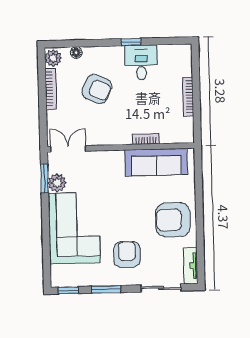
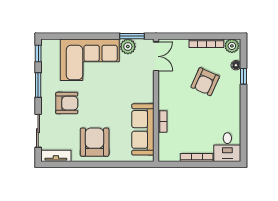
window: (131, 42) -> (243, 76), moved
desk: (141, 62) -> (227, 147), moved, turned 90

